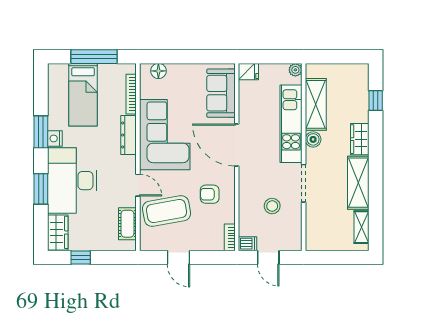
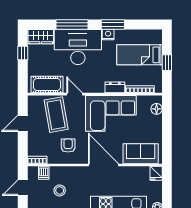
window: (94, 57) -> (167, 63), width x0.46
dresser: (129, 135) -> (115, 87), width x0.70
door: (237, 145) -> (103, 165), hinge flipped
door: (138, 185) -> (75, 94), swing flipped
window: (41, 189) -> (72, 25), width x1.44
cot: (127, 224) -> (47, 85), width x1.37, depth x1.34
dishwasher: (248, 244) -> (44, 173), moved

